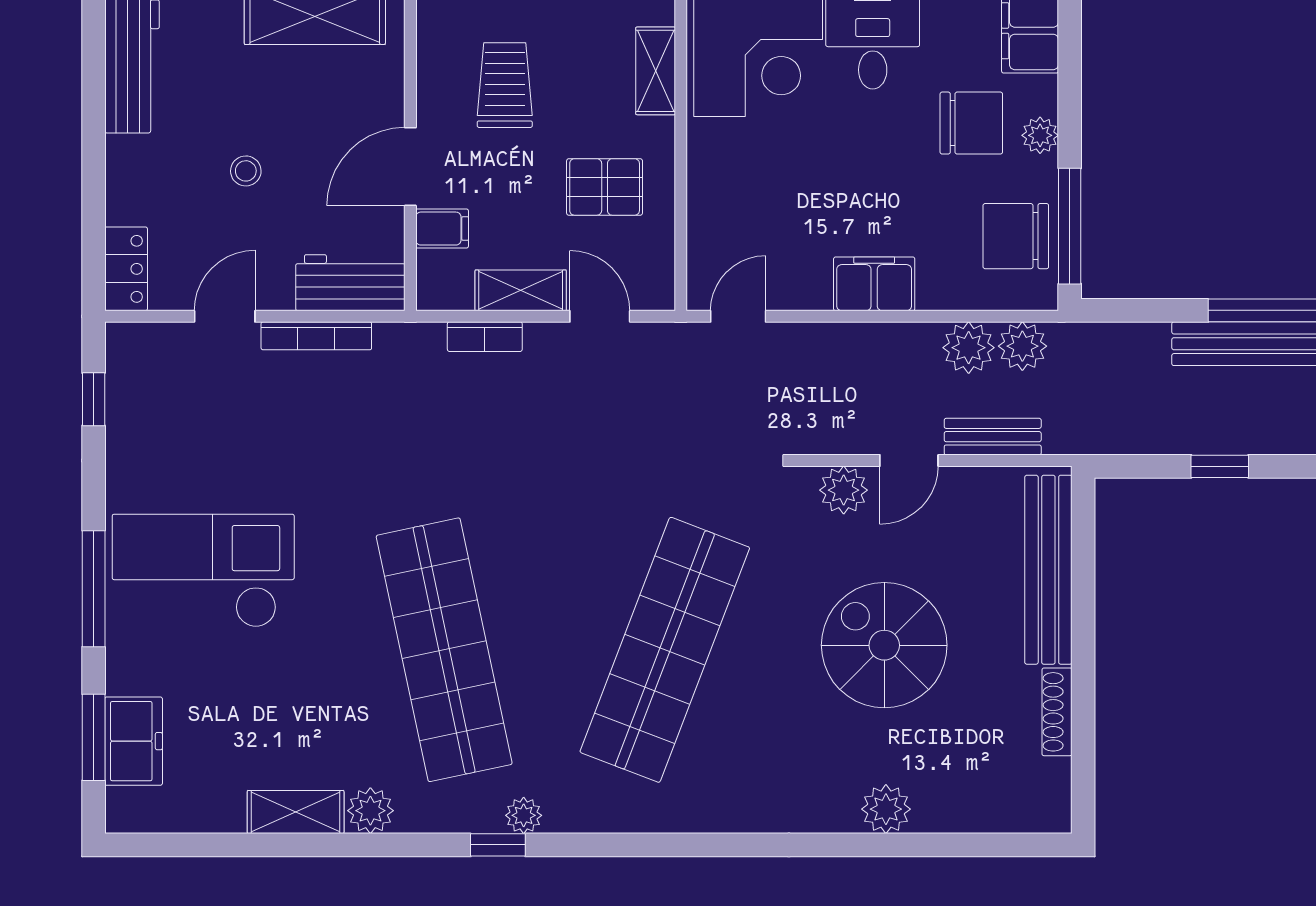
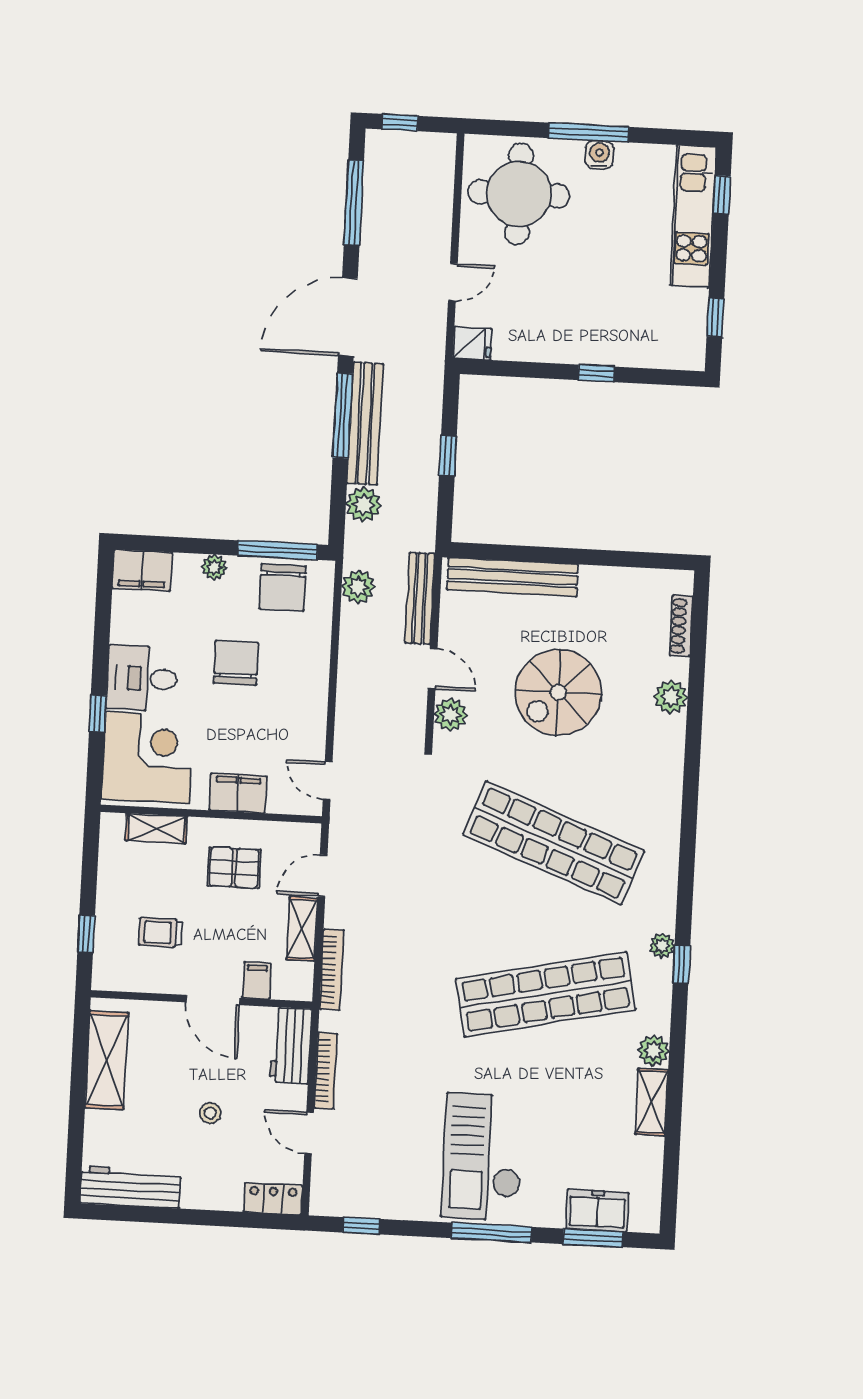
trolley: (505, 85) -> (161, 932), width x0.73, depth x0.72
chair: (971, 123) -> (236, 663), moved
pallet: (605, 187) -> (234, 868), turned 90
filing cabinet: (874, 284) -> (238, 793), moved, turned 90
bookcase: (485, 337) -> (332, 970), width x1.56
plant: (969, 348) -> (364, 505), moved
bench: (993, 437) -> (420, 598), width x1.36
shoe rack: (1057, 712) -> (681, 626), moved, turned 90

